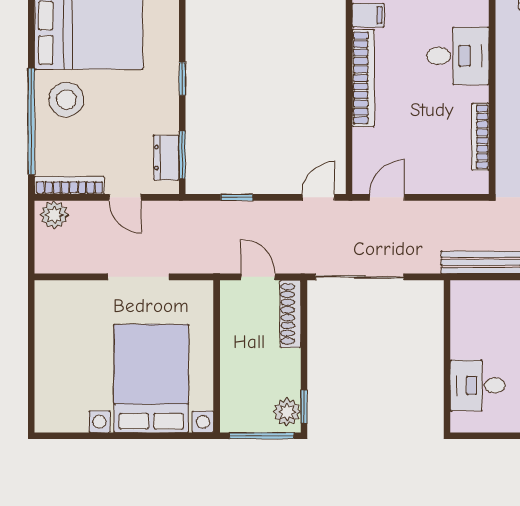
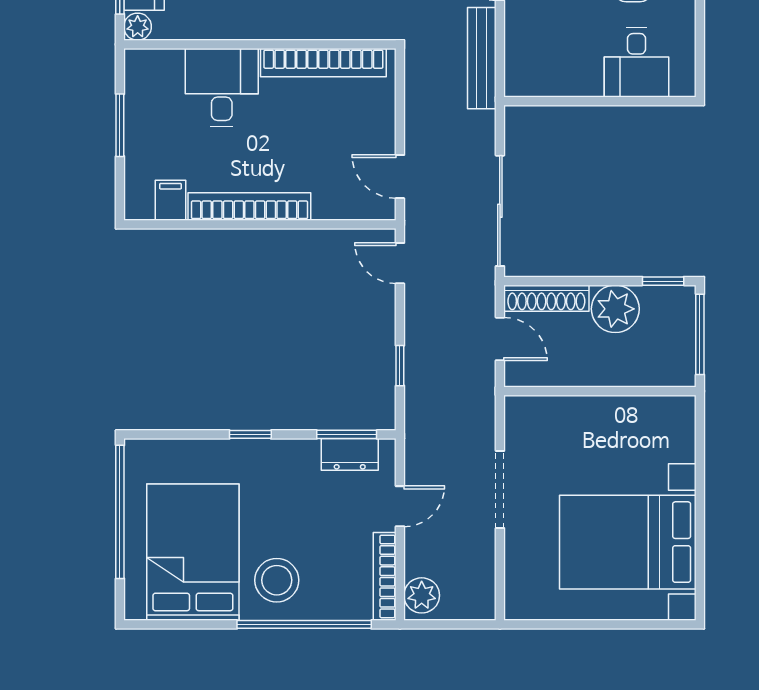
bookcase: (480, 137) -> (323, 63), width x1.48, depth x1.31
door: (258, 277) -> (500, 339), swing flipped
bed with nightstands: (151, 379) -> (628, 542), moved
plant: (287, 412) -> (615, 309), moved, width x1.36, depth x1.36

